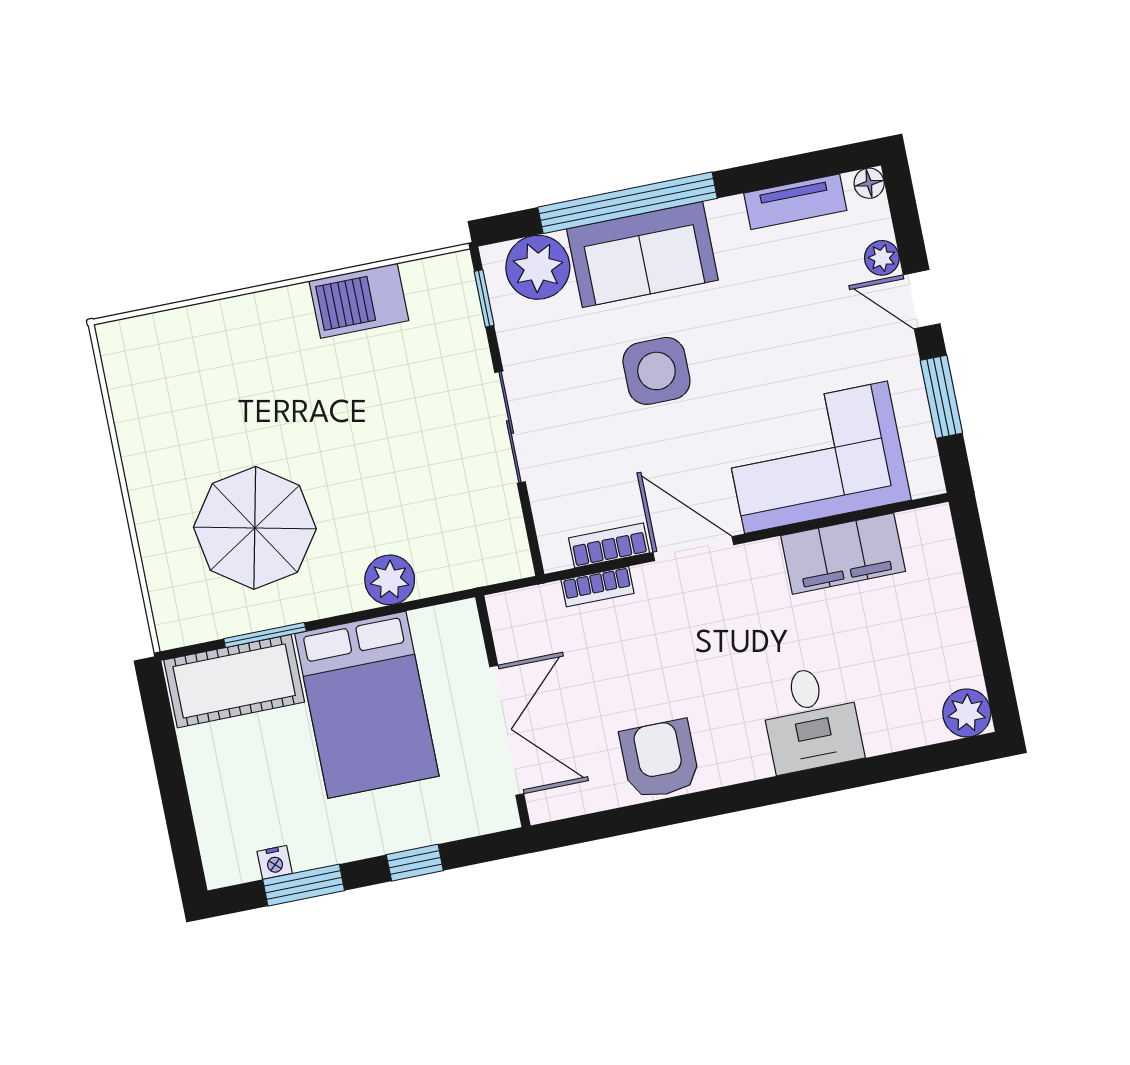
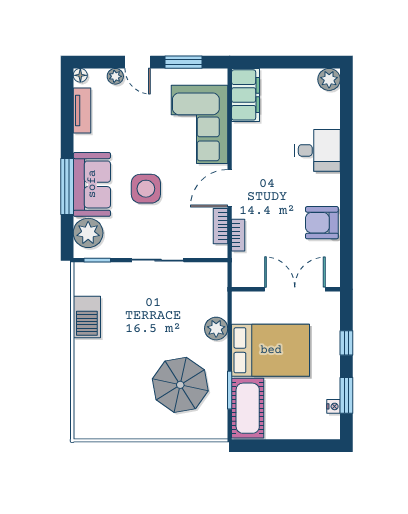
window: (628, 203) -> (67, 186), width x0.68
door: (922, 299) -> (138, 62), hinge flipped
filing cabinet: (843, 554) -> (246, 95), moved

